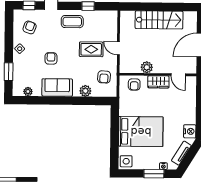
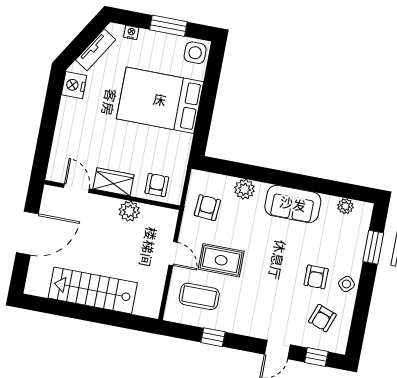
coffee table: (72, 22) -> (199, 296), moved
armchair: (51, 58) -> (316, 277), moved
window: (154, 174) -> (168, 26), moved

